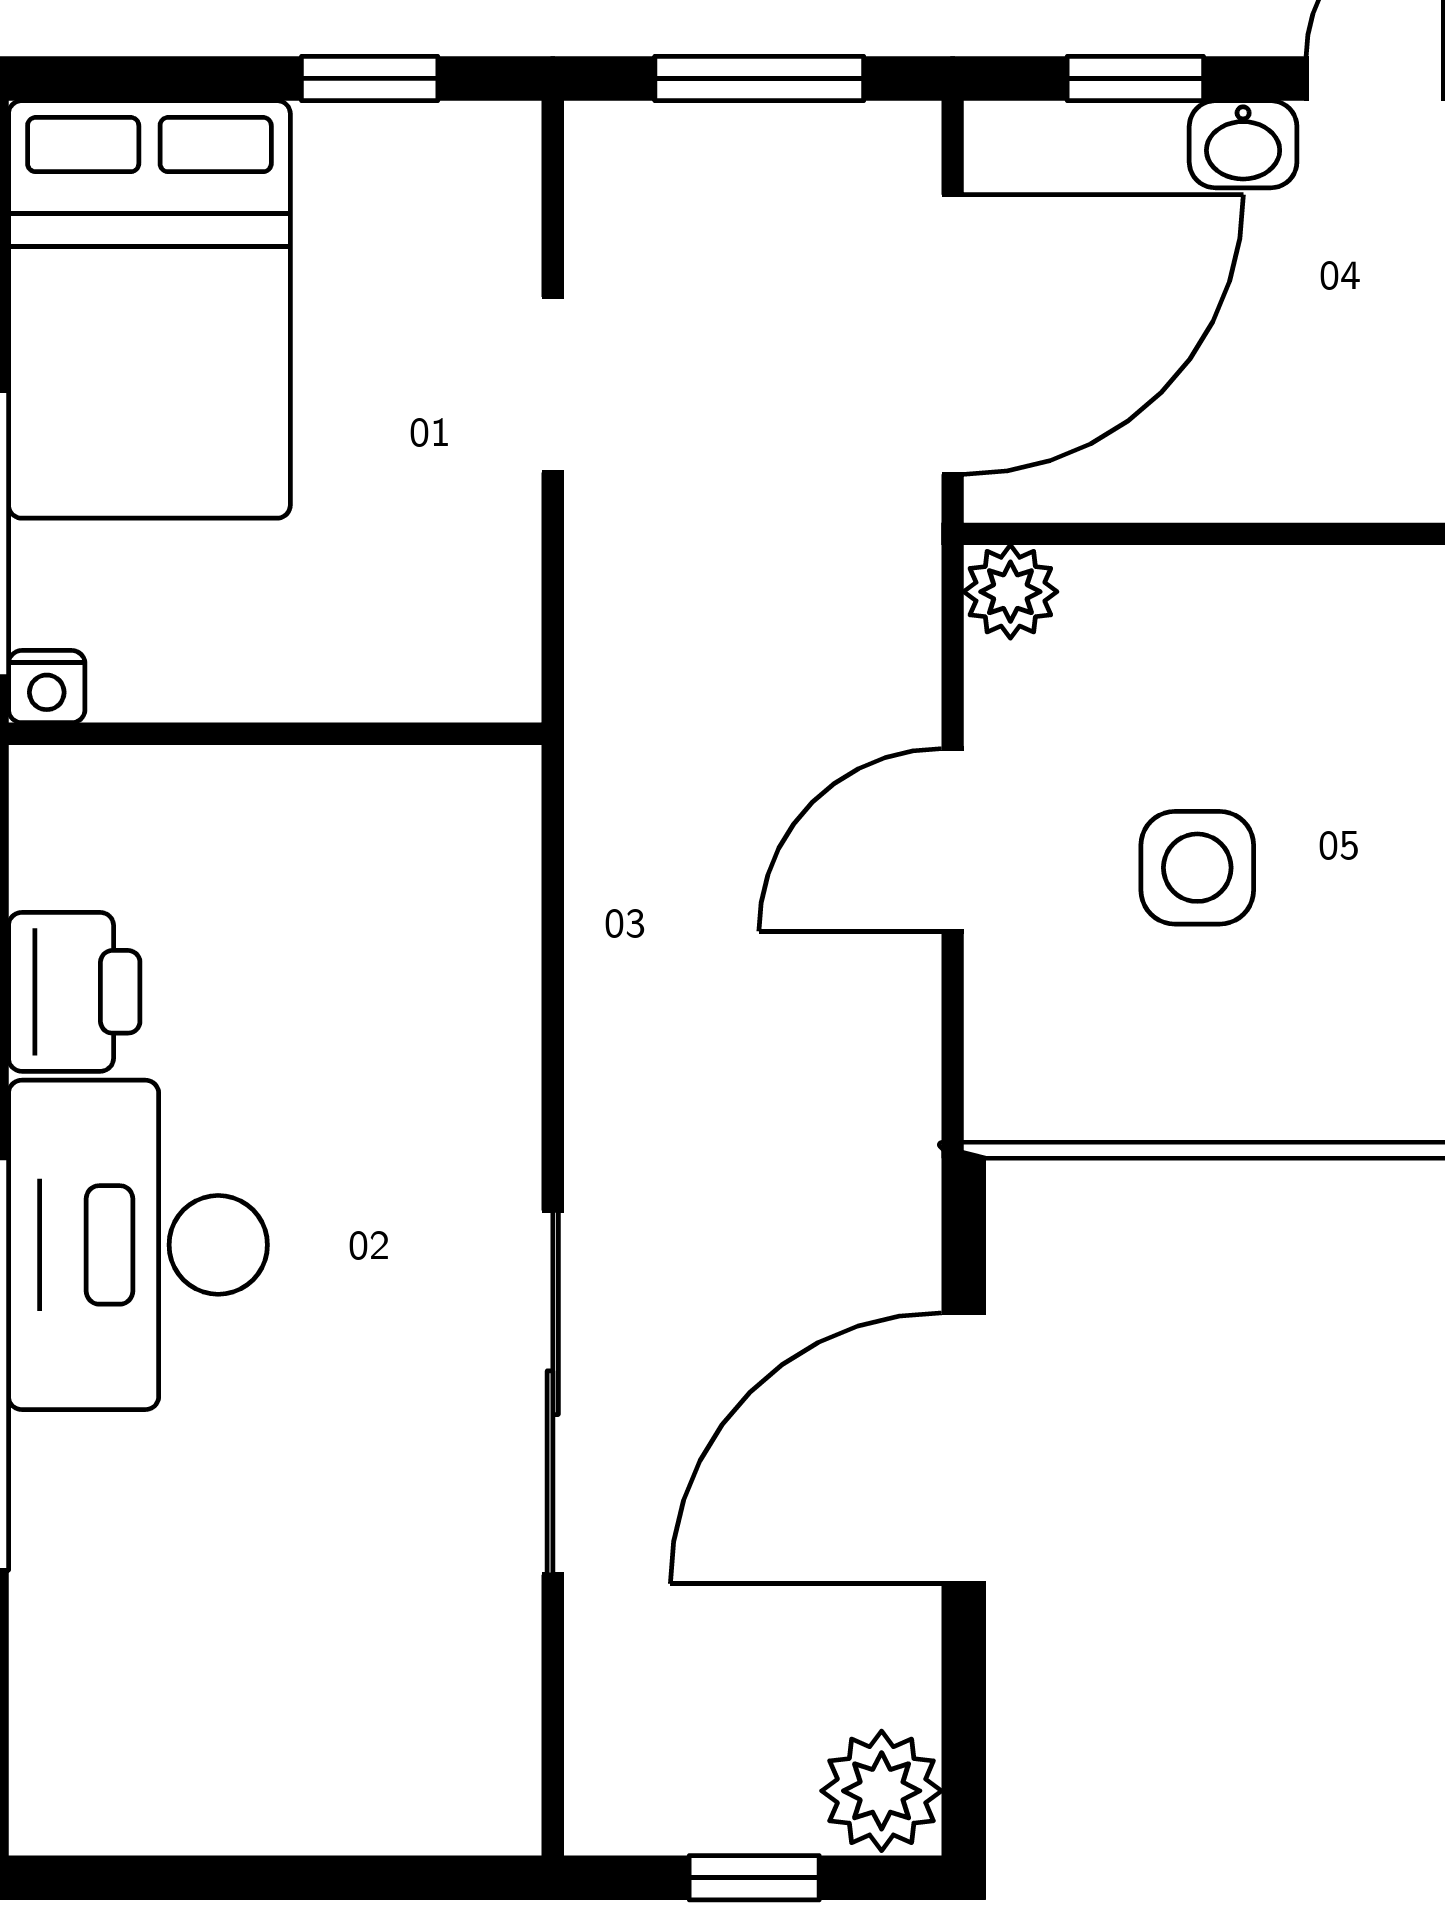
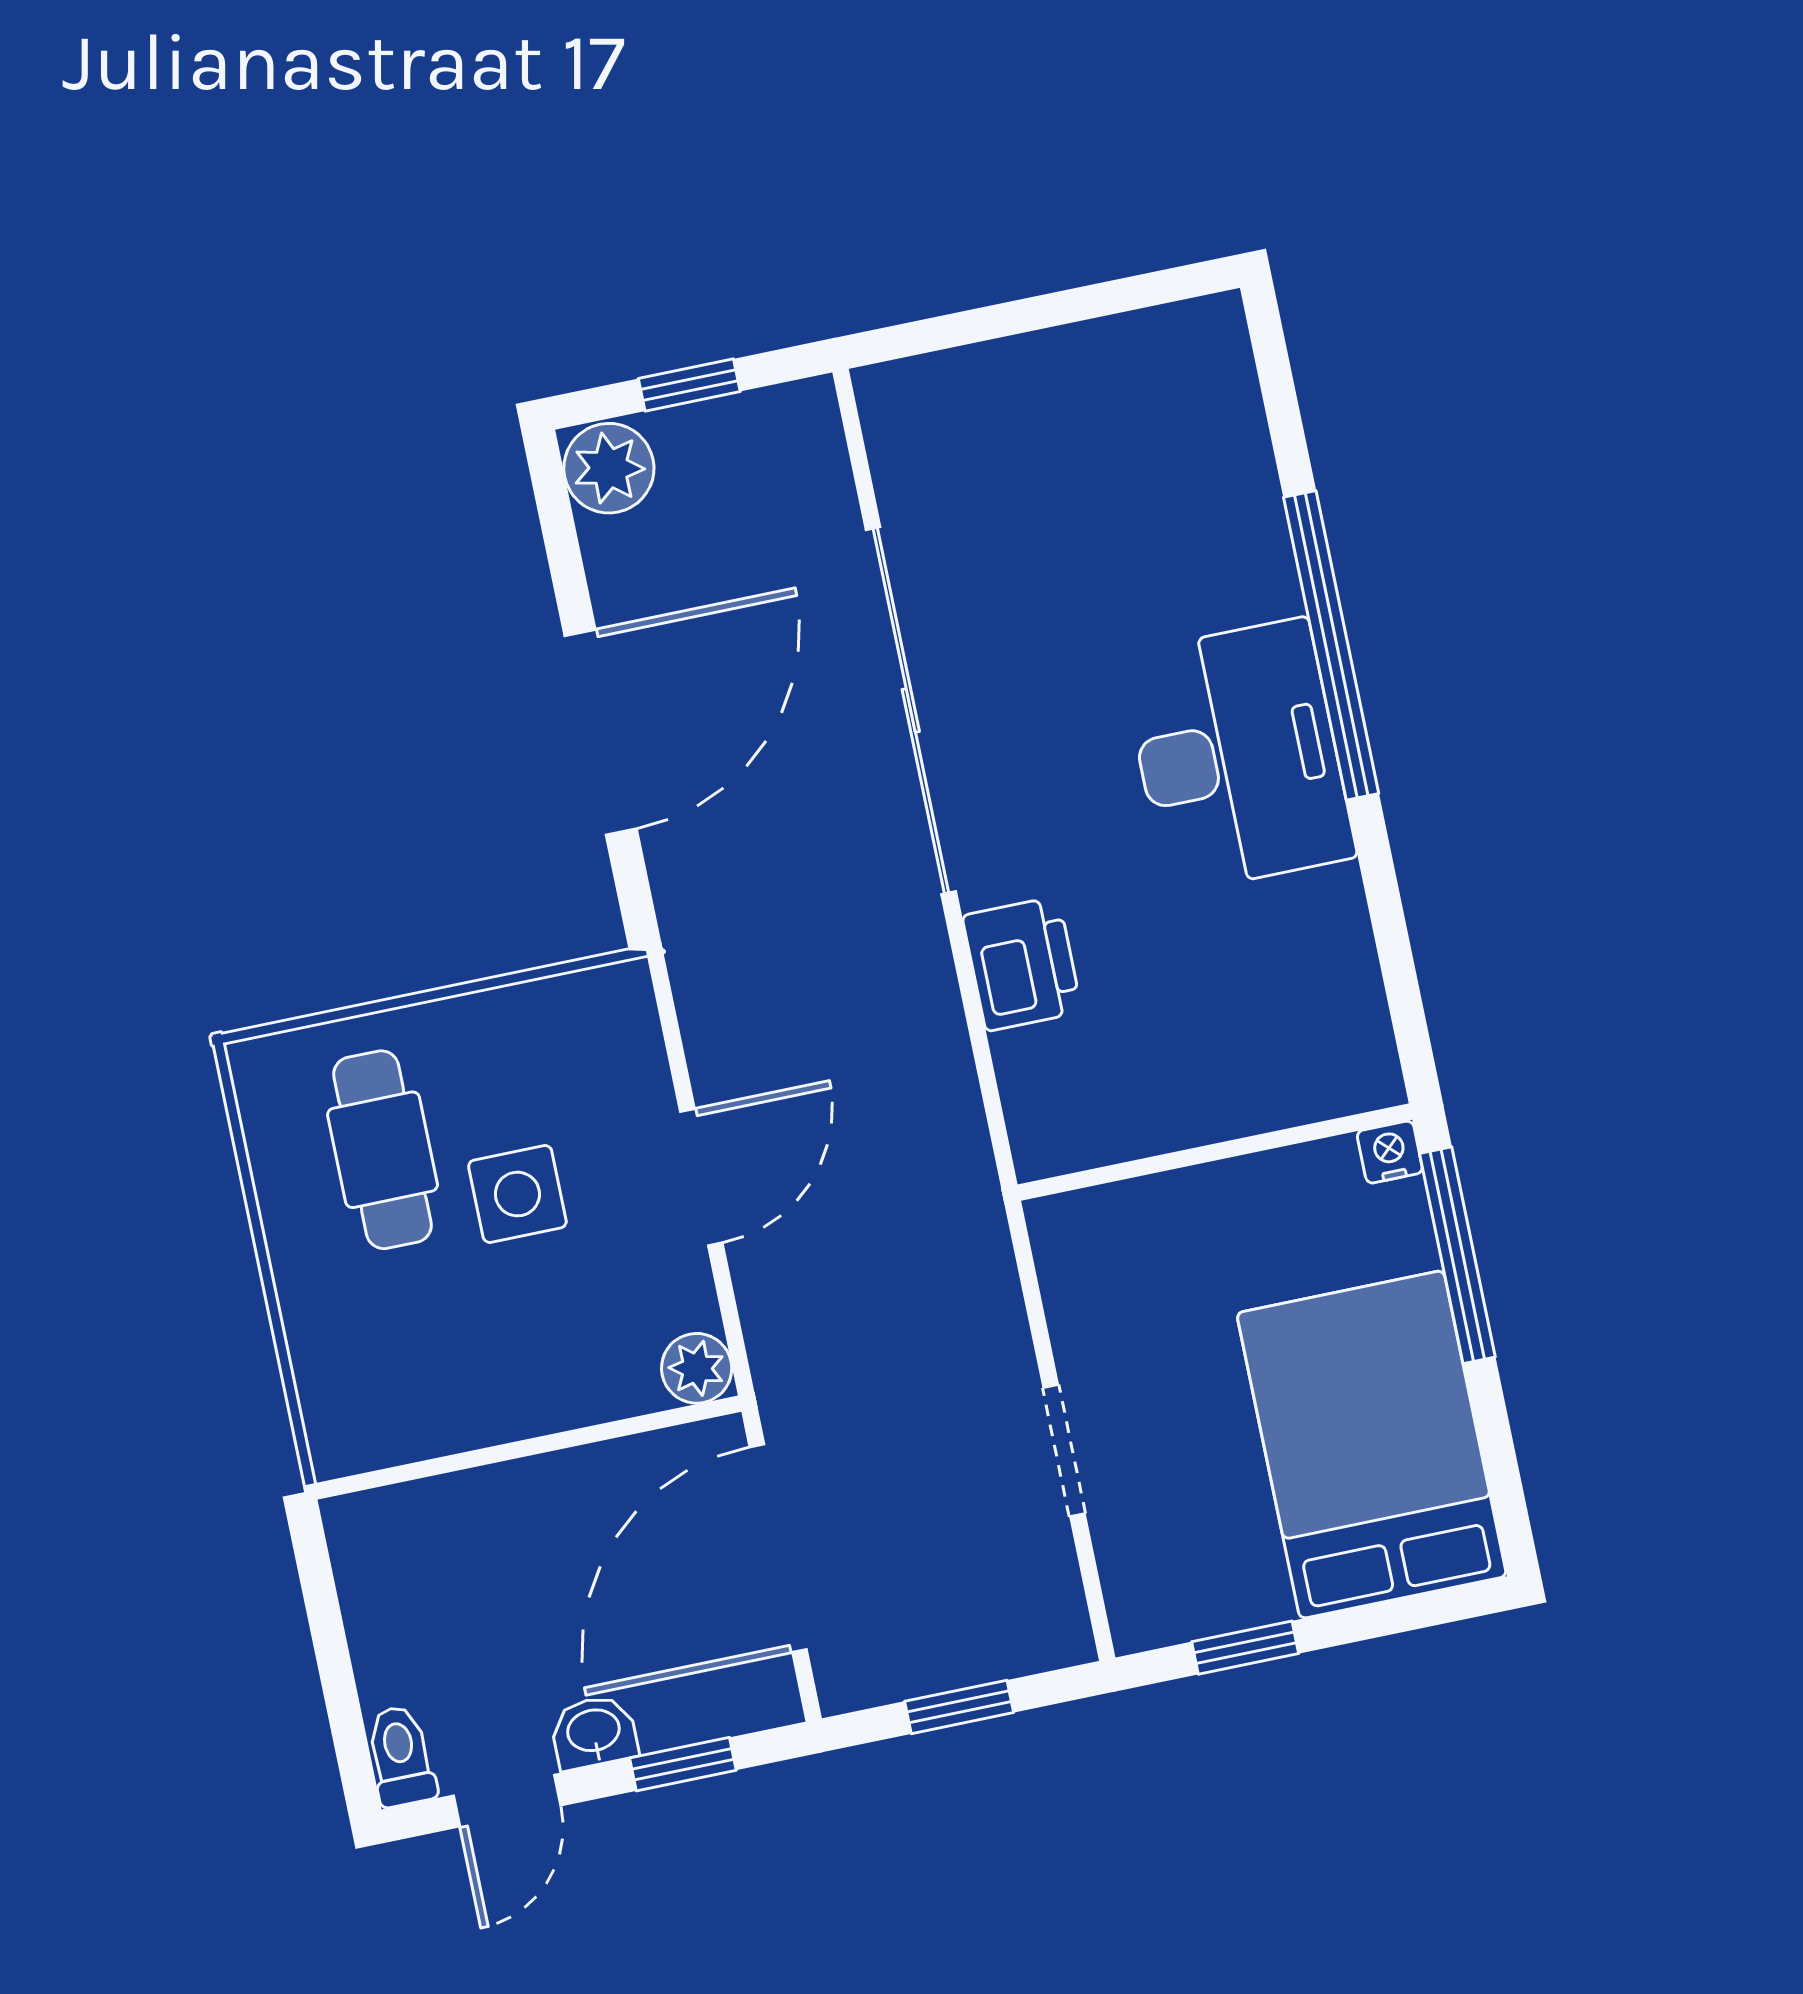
window: (759, 78) -> (959, 1707), width x0.67
cafe table: (1361, 962) -> (383, 1150), added
printer: (74, 992) -> (1022, 964), moved, turned 180
sliding door: (553, 1393) -> (911, 711), width x1.36

